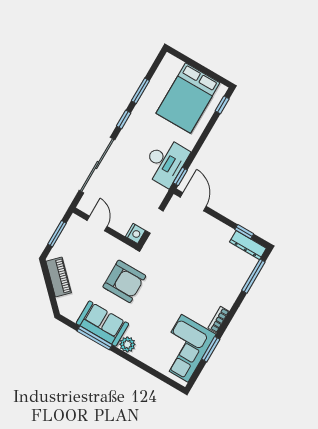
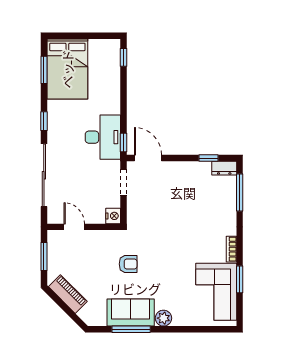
window: (140, 91) -> (44, 70), moved
bed: (188, 98) -> (67, 69), moved
doorway: (154, 221) -> (123, 182), moved
dresser: (248, 245) -> (224, 168), width x0.70
armchair: (124, 281) -> (128, 264), width x0.53, depth x0.53

